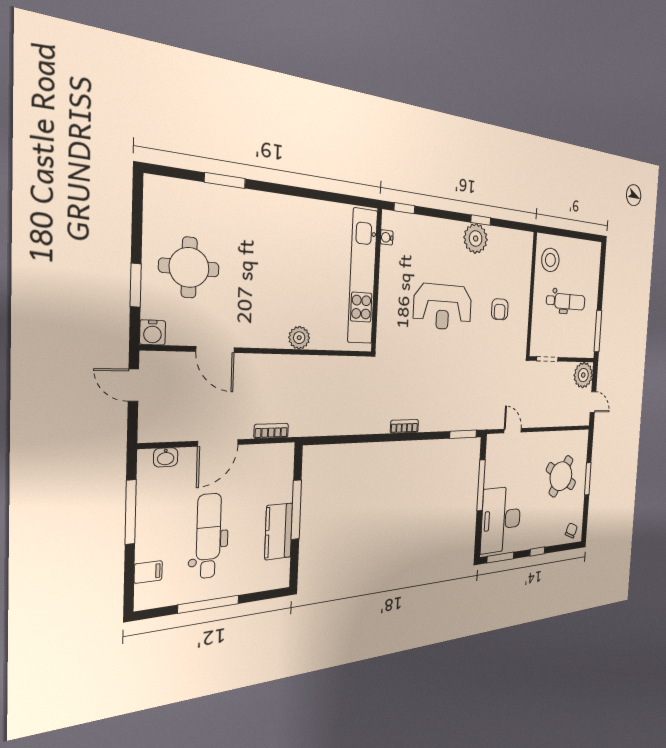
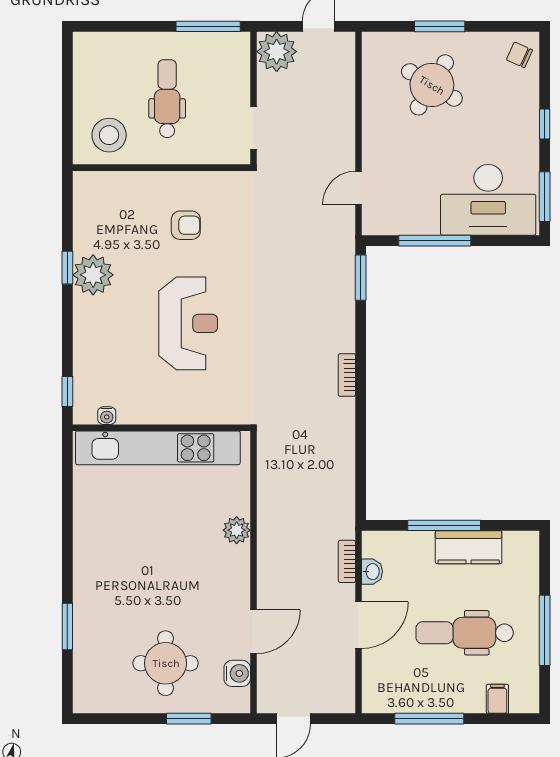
water cooler: (153, 332) -> (237, 673), moved
door: (218, 443) -> (359, 625), hinge flipped
washbasin: (166, 457) -> (372, 572), moved

